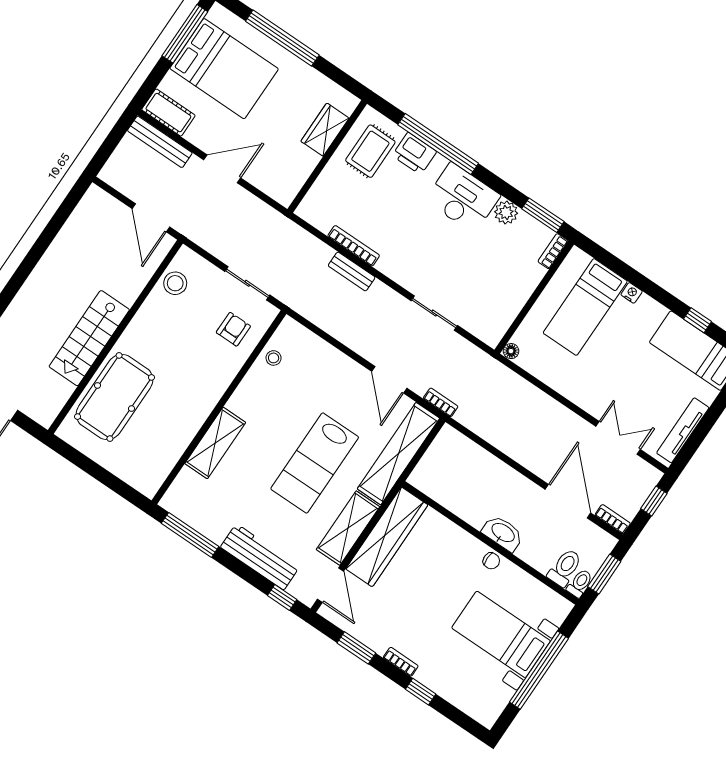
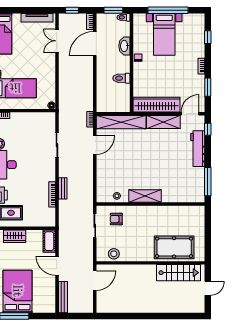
cot: (168, 113) -> (49, 241), moved
stairs: (89, 338) -> (179, 273), moved
shelving: (215, 443) -> (145, 196), moved
lab bench: (315, 463) -> (147, 152), removed
washbasin: (503, 533) -> (124, 46), moved
toilet: (565, 568) -> (121, 78), moved
window: (421, 692) -> (208, 37), moved

